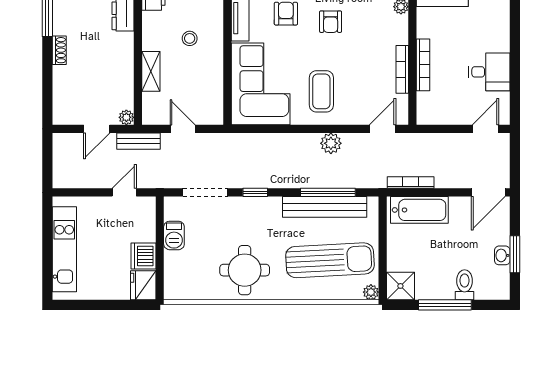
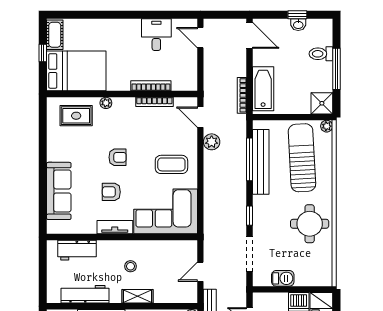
shelving: (151, 71) -> (137, 296), moved
plant: (331, 143) -> (212, 142), moved
window: (515, 254) -> (297, 15), width x0.67

